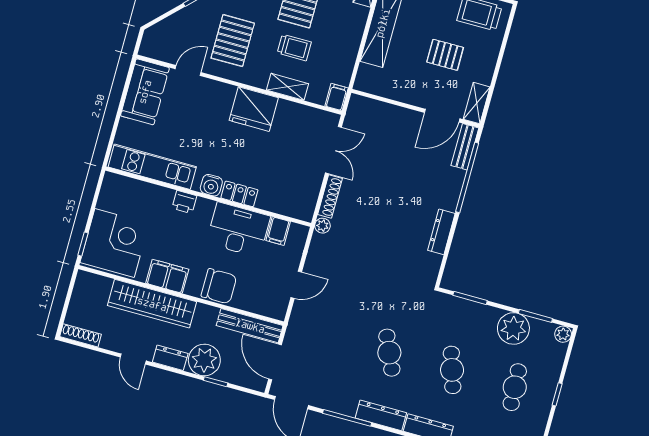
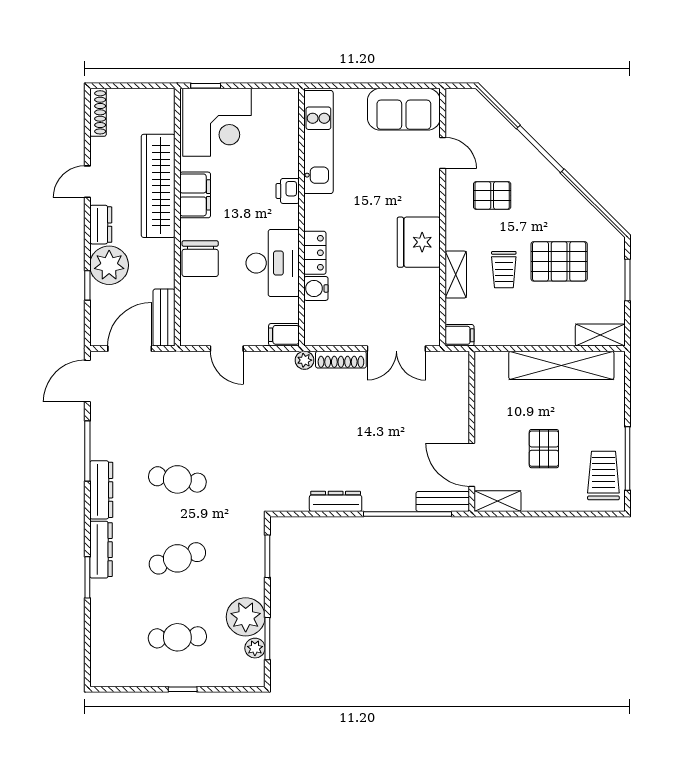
pallet: (233, 41) -> (492, 195), width x0.67, depth x0.71
water cooler: (211, 185) -> (316, 288), moved
filing cabinet: (278, 231) -> (284, 335), moved
bench: (250, 326) -> (164, 318), width x0.73
plant: (563, 334) -> (255, 648), moved
cafe table: (389, 353) -> (177, 479), turned 33

